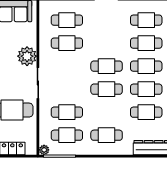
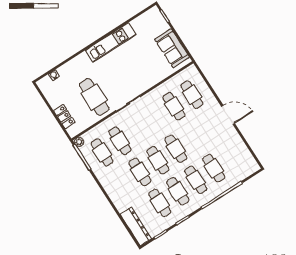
cafe table: (146, 20) -> (232, 157), removed
plant: (27, 56) -> (144, 82), removed
cafe table: (107, 135) -> (140, 172), moved

